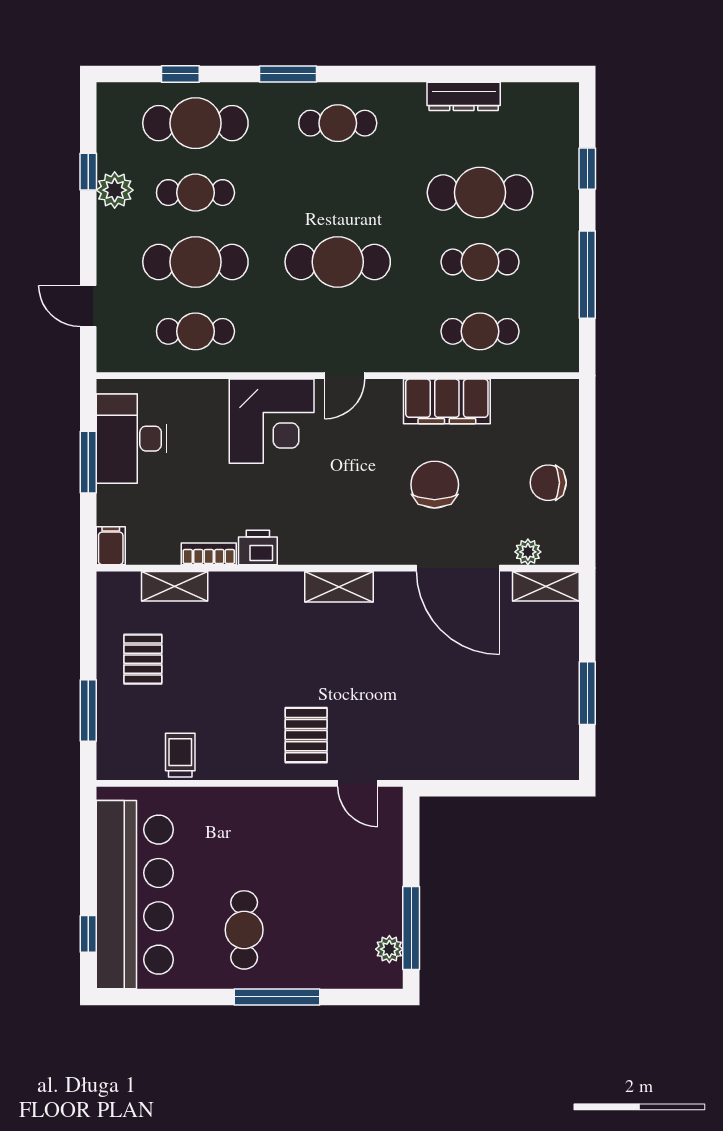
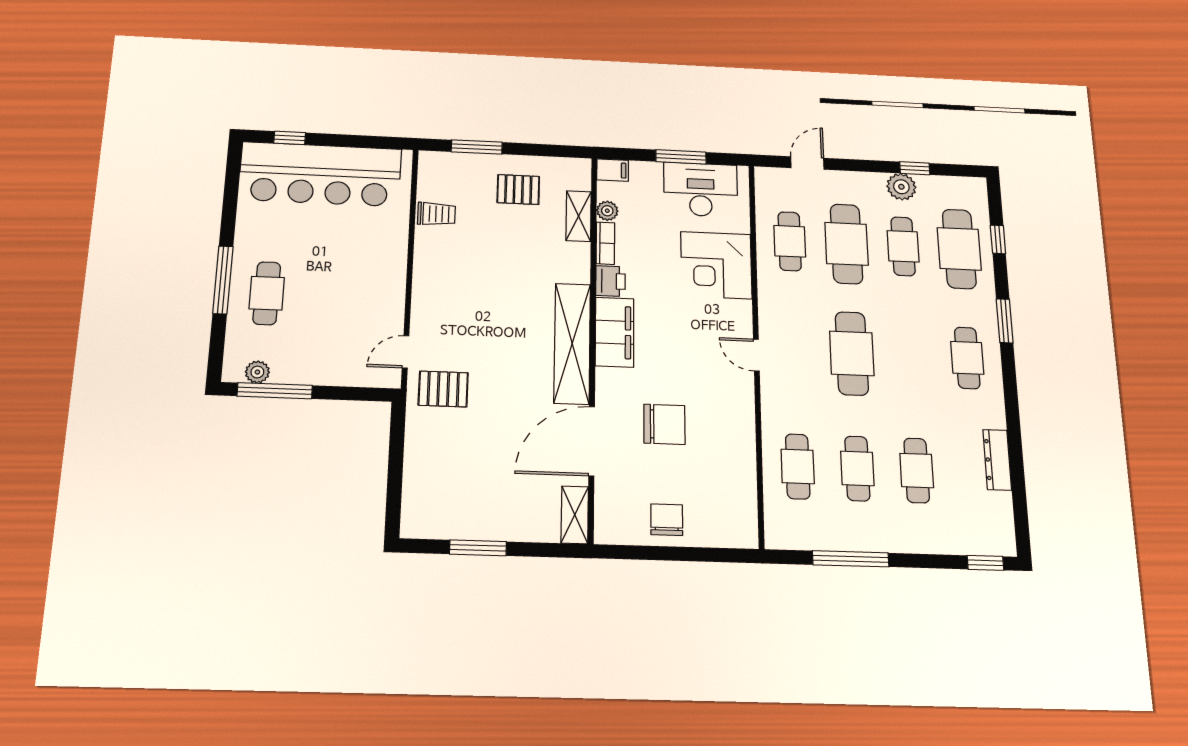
window: (587, 169) -> (985, 563), moved
cafe table: (480, 193) -> (917, 470), width x0.73, depth x0.74
filing cabinet: (447, 401) -> (615, 332), moved, turned 180
corner desk: (272, 421) -> (716, 265), moved
plant: (528, 552) -> (607, 211), moved
shelving: (339, 587) -> (572, 343), width x2.20, depth x1.33
pallet: (306, 735) -> (443, 389), moved
cafe table: (244, 930) -> (267, 293), moved, turned 90

